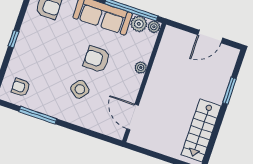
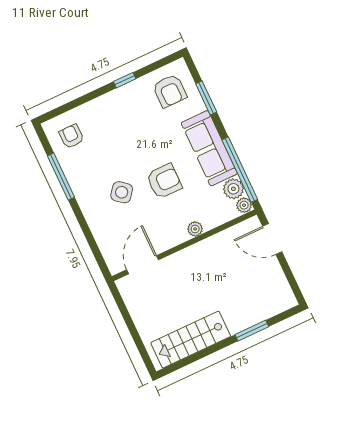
door: (210, 36) -> (272, 239), moved
window: (14, 39) -> (125, 80), moved
armchair: (97, 59) -> (164, 181), turned 90

